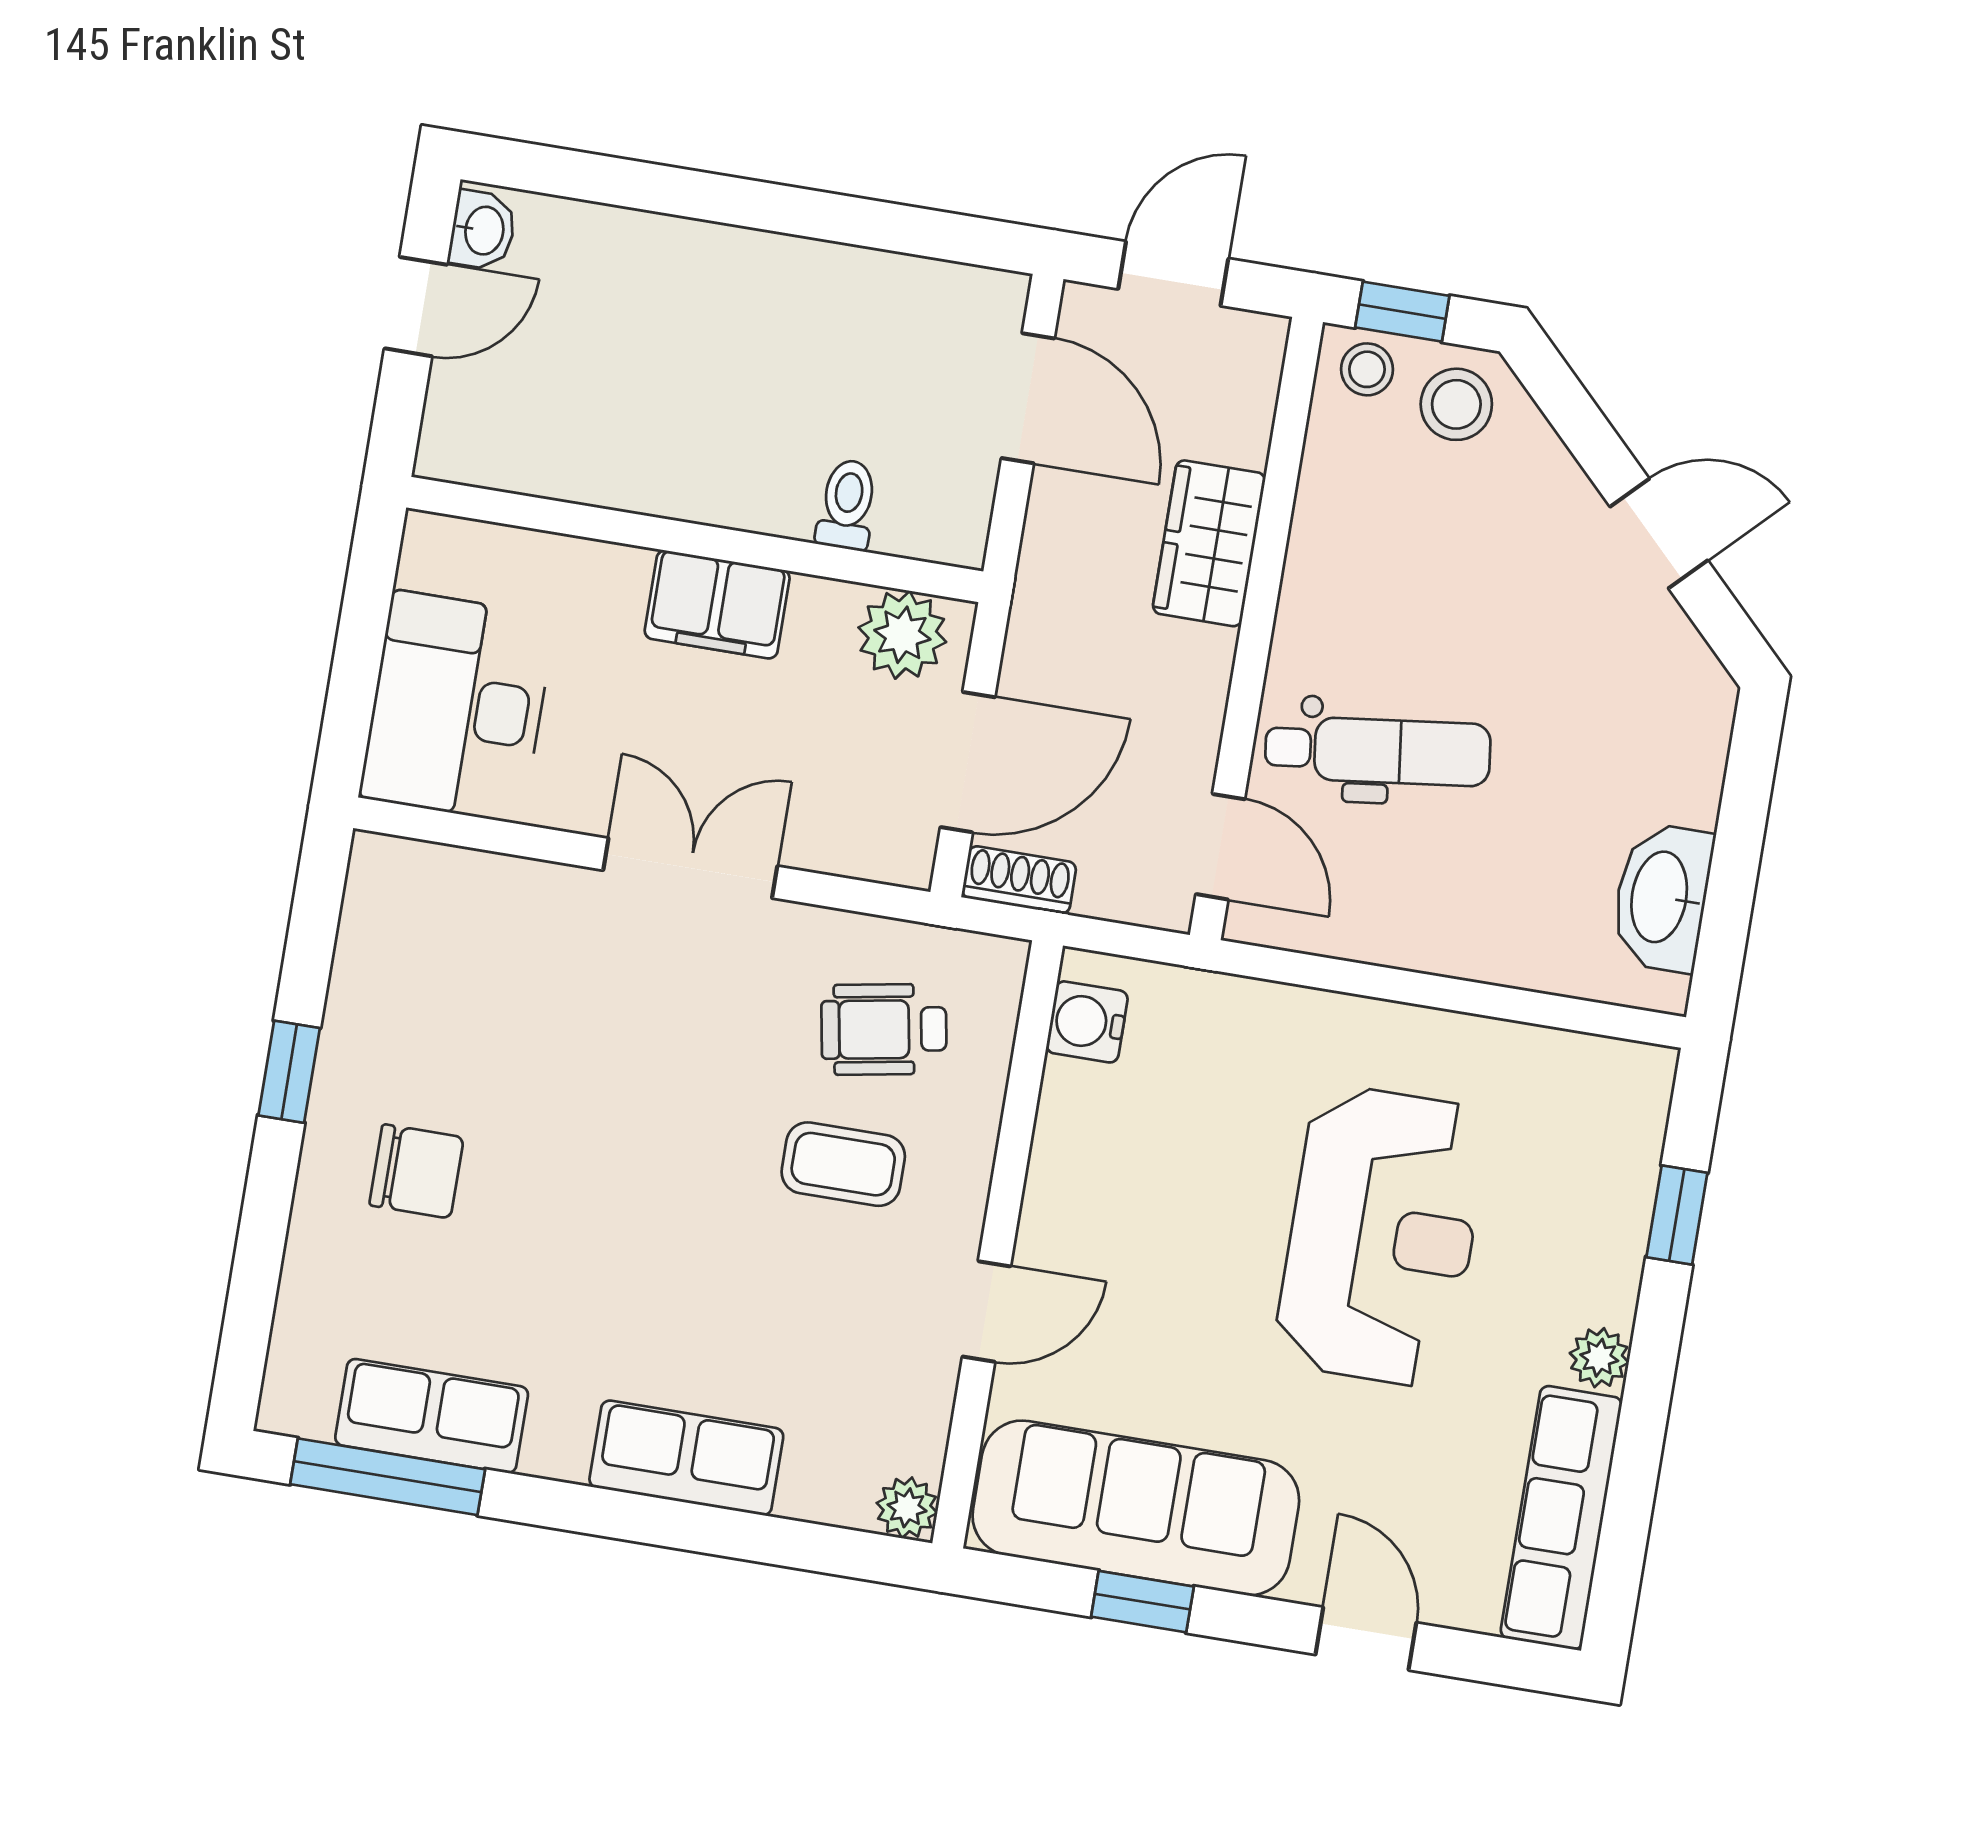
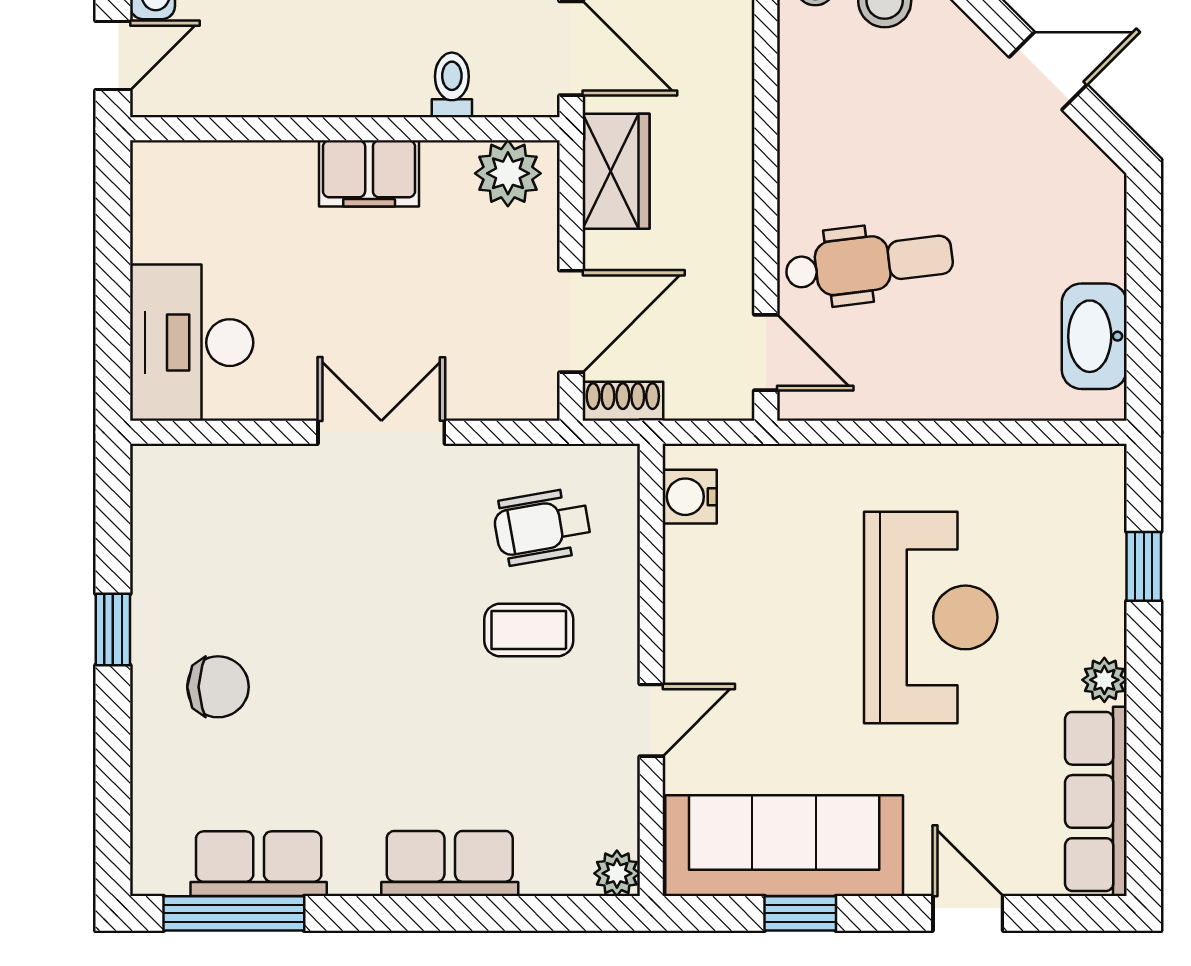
toilet: (847, 505) -> (452, 85), moved
wall: (695, 540) -> (345, 129), moved
wardrobe: (1209, 543) -> (616, 171), moved, turned 180
filing cabinet: (717, 604) -> (369, 173), moved
plant: (902, 635) -> (508, 173), moved

